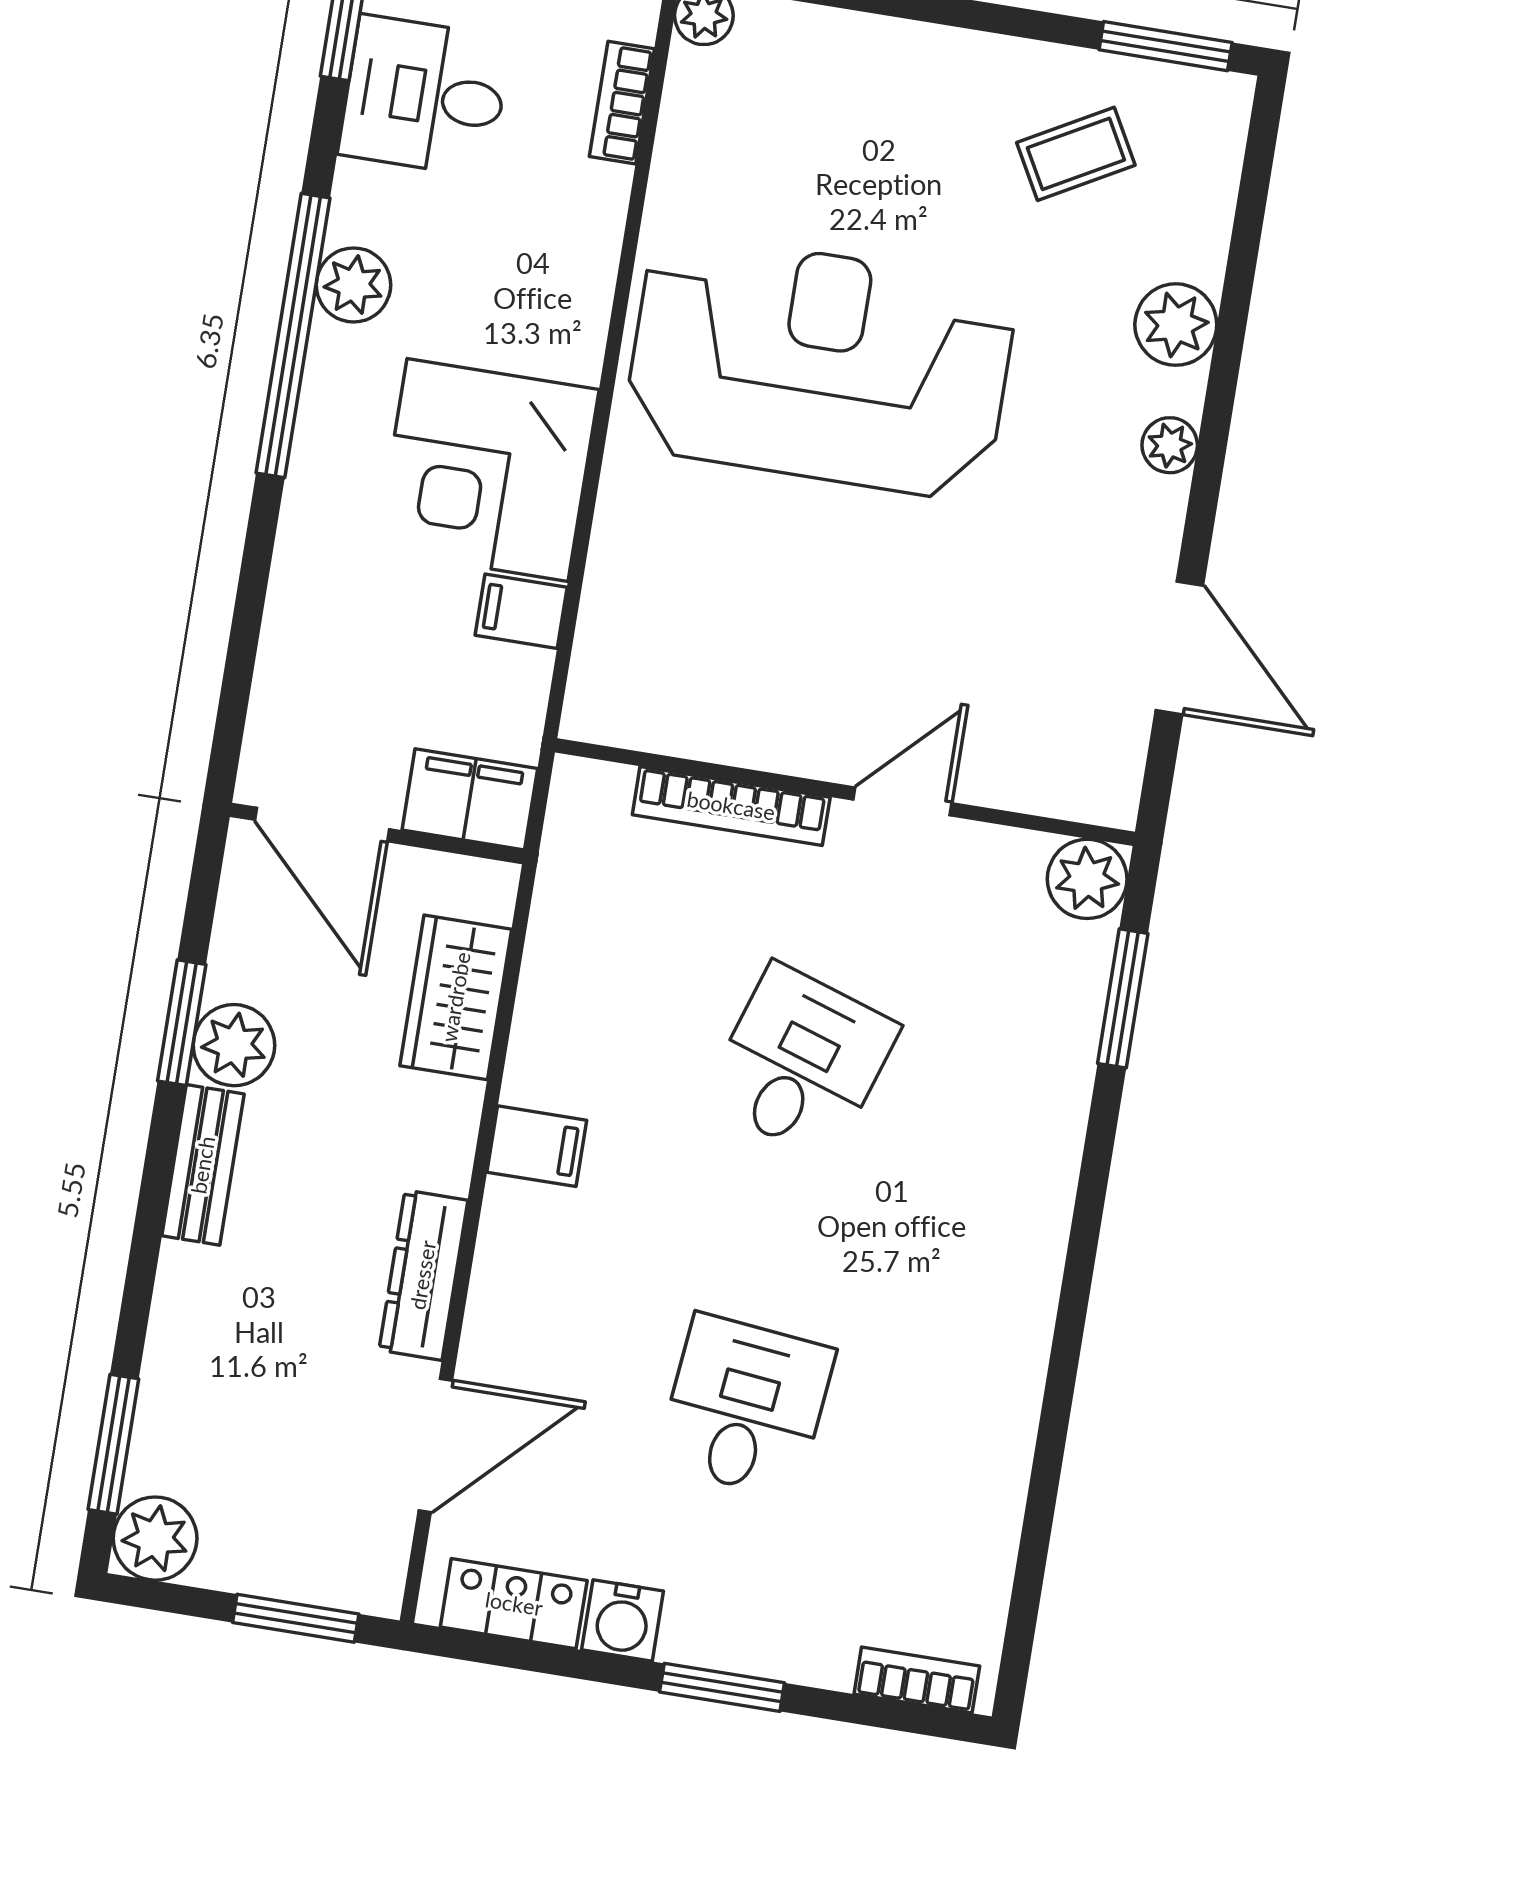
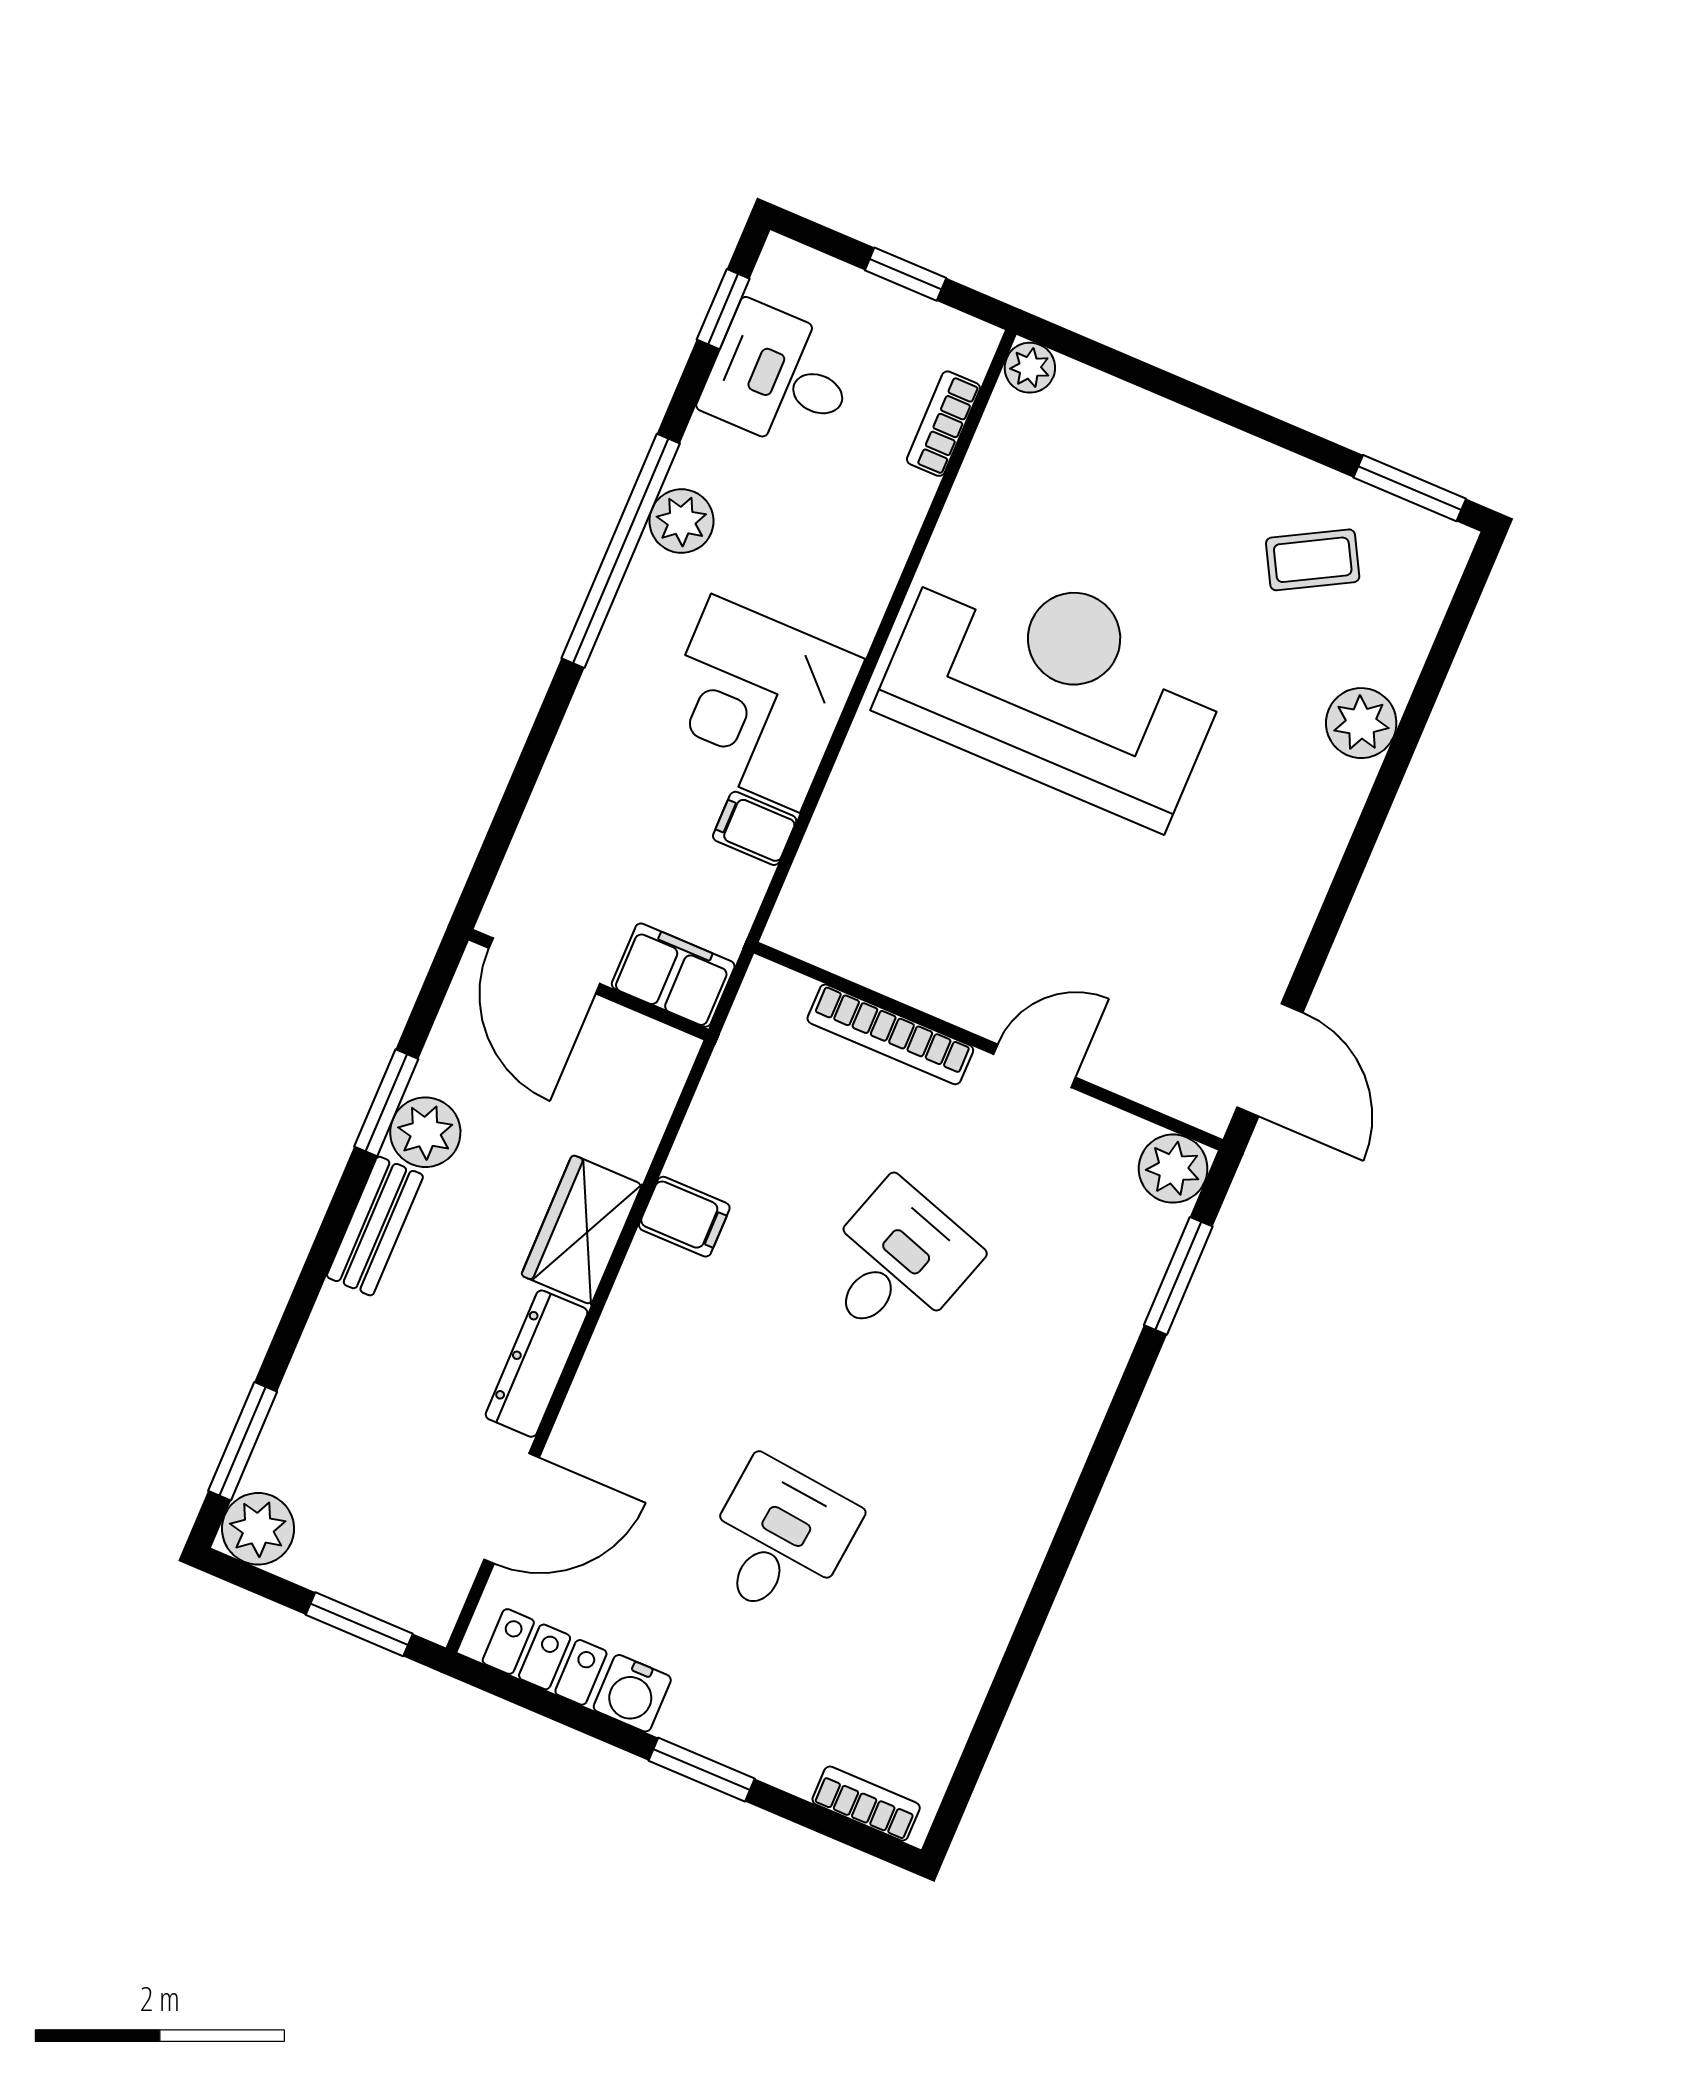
plant: (1170, 445) -> (1331, 823), removed
door: (1179, 648) -> (1270, 1060), moved
wardrobe: (456, 997) -> (582, 1230), moved
filing cabinet: (537, 1146) -> (684, 1217), moved

